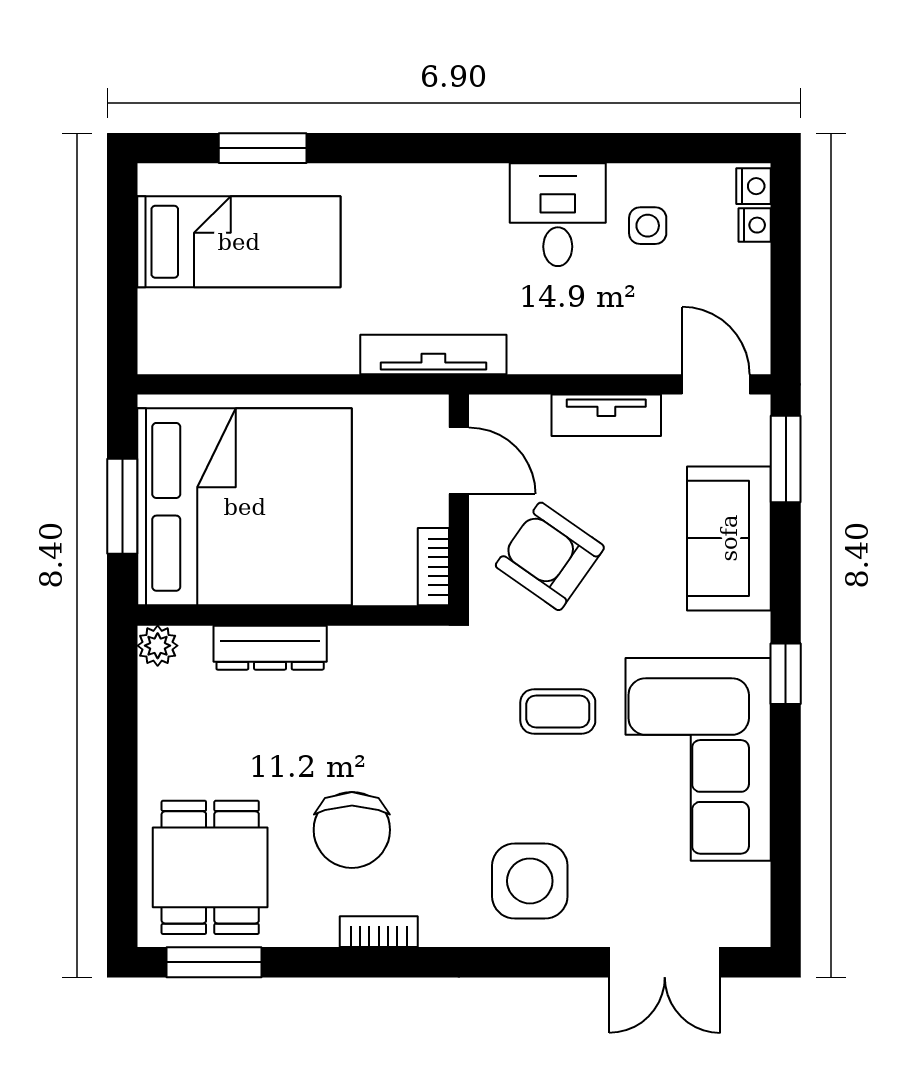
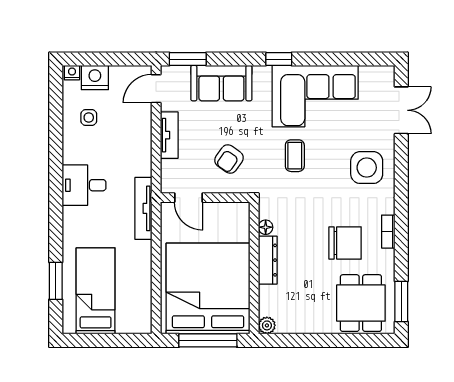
desk: (558, 215) -> (84, 185), moved
nightstand: (755, 225) -> (95, 78), width x1.89, depth x1.79
door: (459, 461) -> (188, 198), swing flipped
window: (122, 506) -> (208, 340), width x1.44
armchair: (550, 556) -> (229, 159), width x0.72, depth x0.72
bookcase: (433, 567) -> (233, 208), removed
floor lamp: (389, 643) -> (266, 227), added
dresser: (270, 648) -> (268, 260), moved
dining table: (210, 867) -> (361, 303), turned 90

